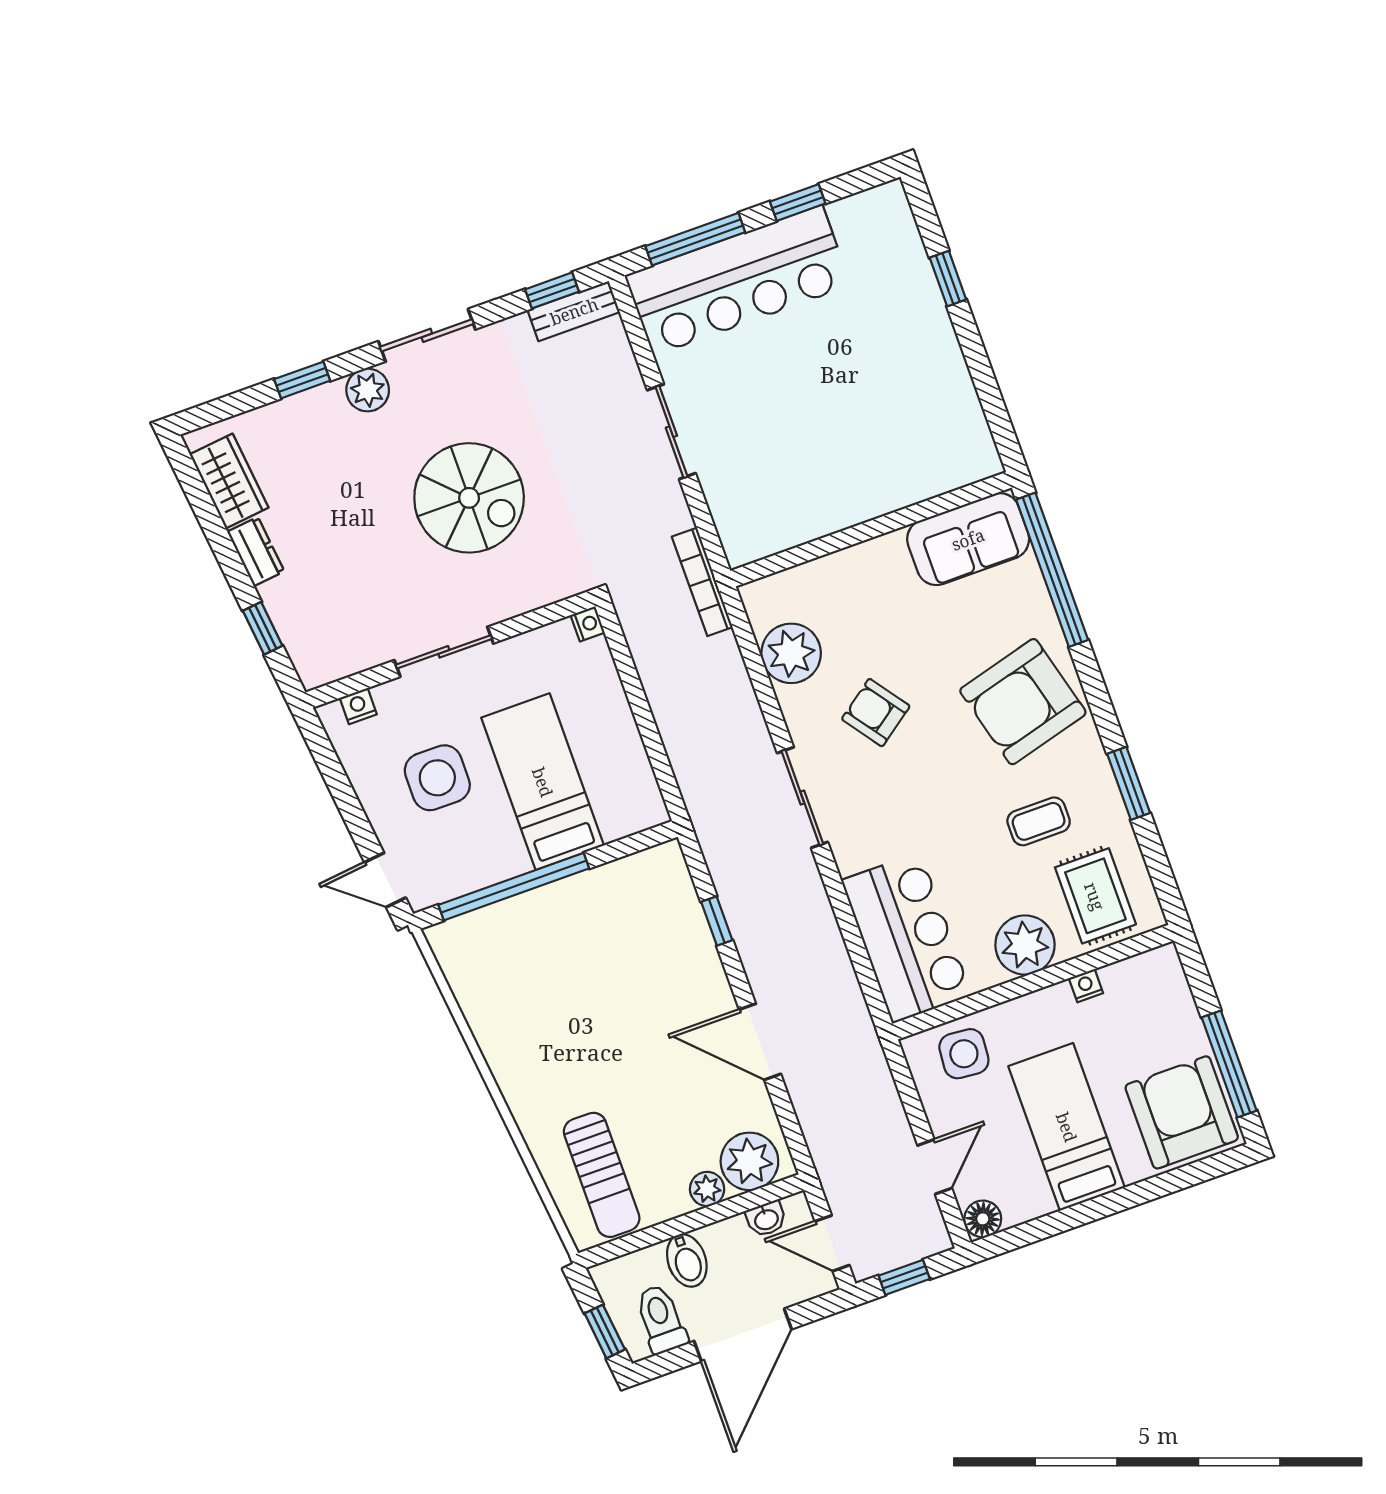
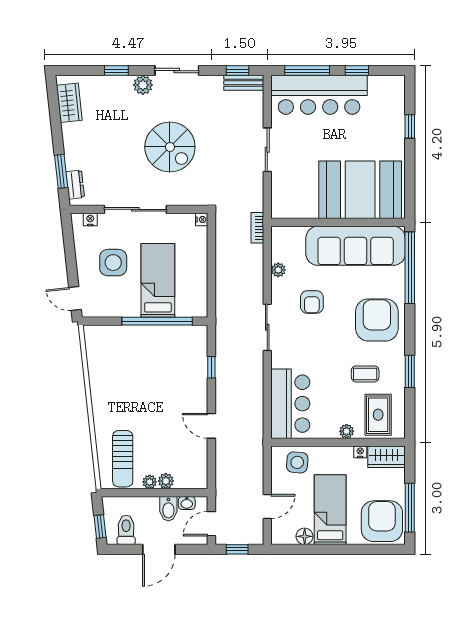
booth: (892, 446) -> (360, 190), added
sofa: (968, 539) -> (356, 246), width x1.85, depth x1.27
dresser: (256, 552) -> (75, 185), moved
bookcase: (702, 582) -> (257, 228), width x0.64
window: (263, 628) -> (61, 171), width x1.50
sliding door: (444, 652) -> (135, 209), width x1.37
plant: (791, 653) -> (278, 270), width x0.53, depth x0.53
armchair: (1023, 702) -> (377, 320), turned 105
armchair: (876, 713) -> (312, 302), turned -144
window: (514, 887) -> (157, 321), moved
plant: (1025, 945) -> (347, 431), width x0.53, depth x0.53
wardrobe: (1144, 976) -> (387, 457), added
door: (760, 1042) -> (211, 426), width x0.73
plant: (749, 1161) -> (150, 482), moved, width x0.53, depth x0.53
floor lamp: (983, 1219) -> (305, 536), moved
door: (832, 1243) -> (211, 524), hinge flipped
bidet: (687, 1260) -> (168, 509), moved
door: (743, 1335) -> (159, 549), width x0.73

